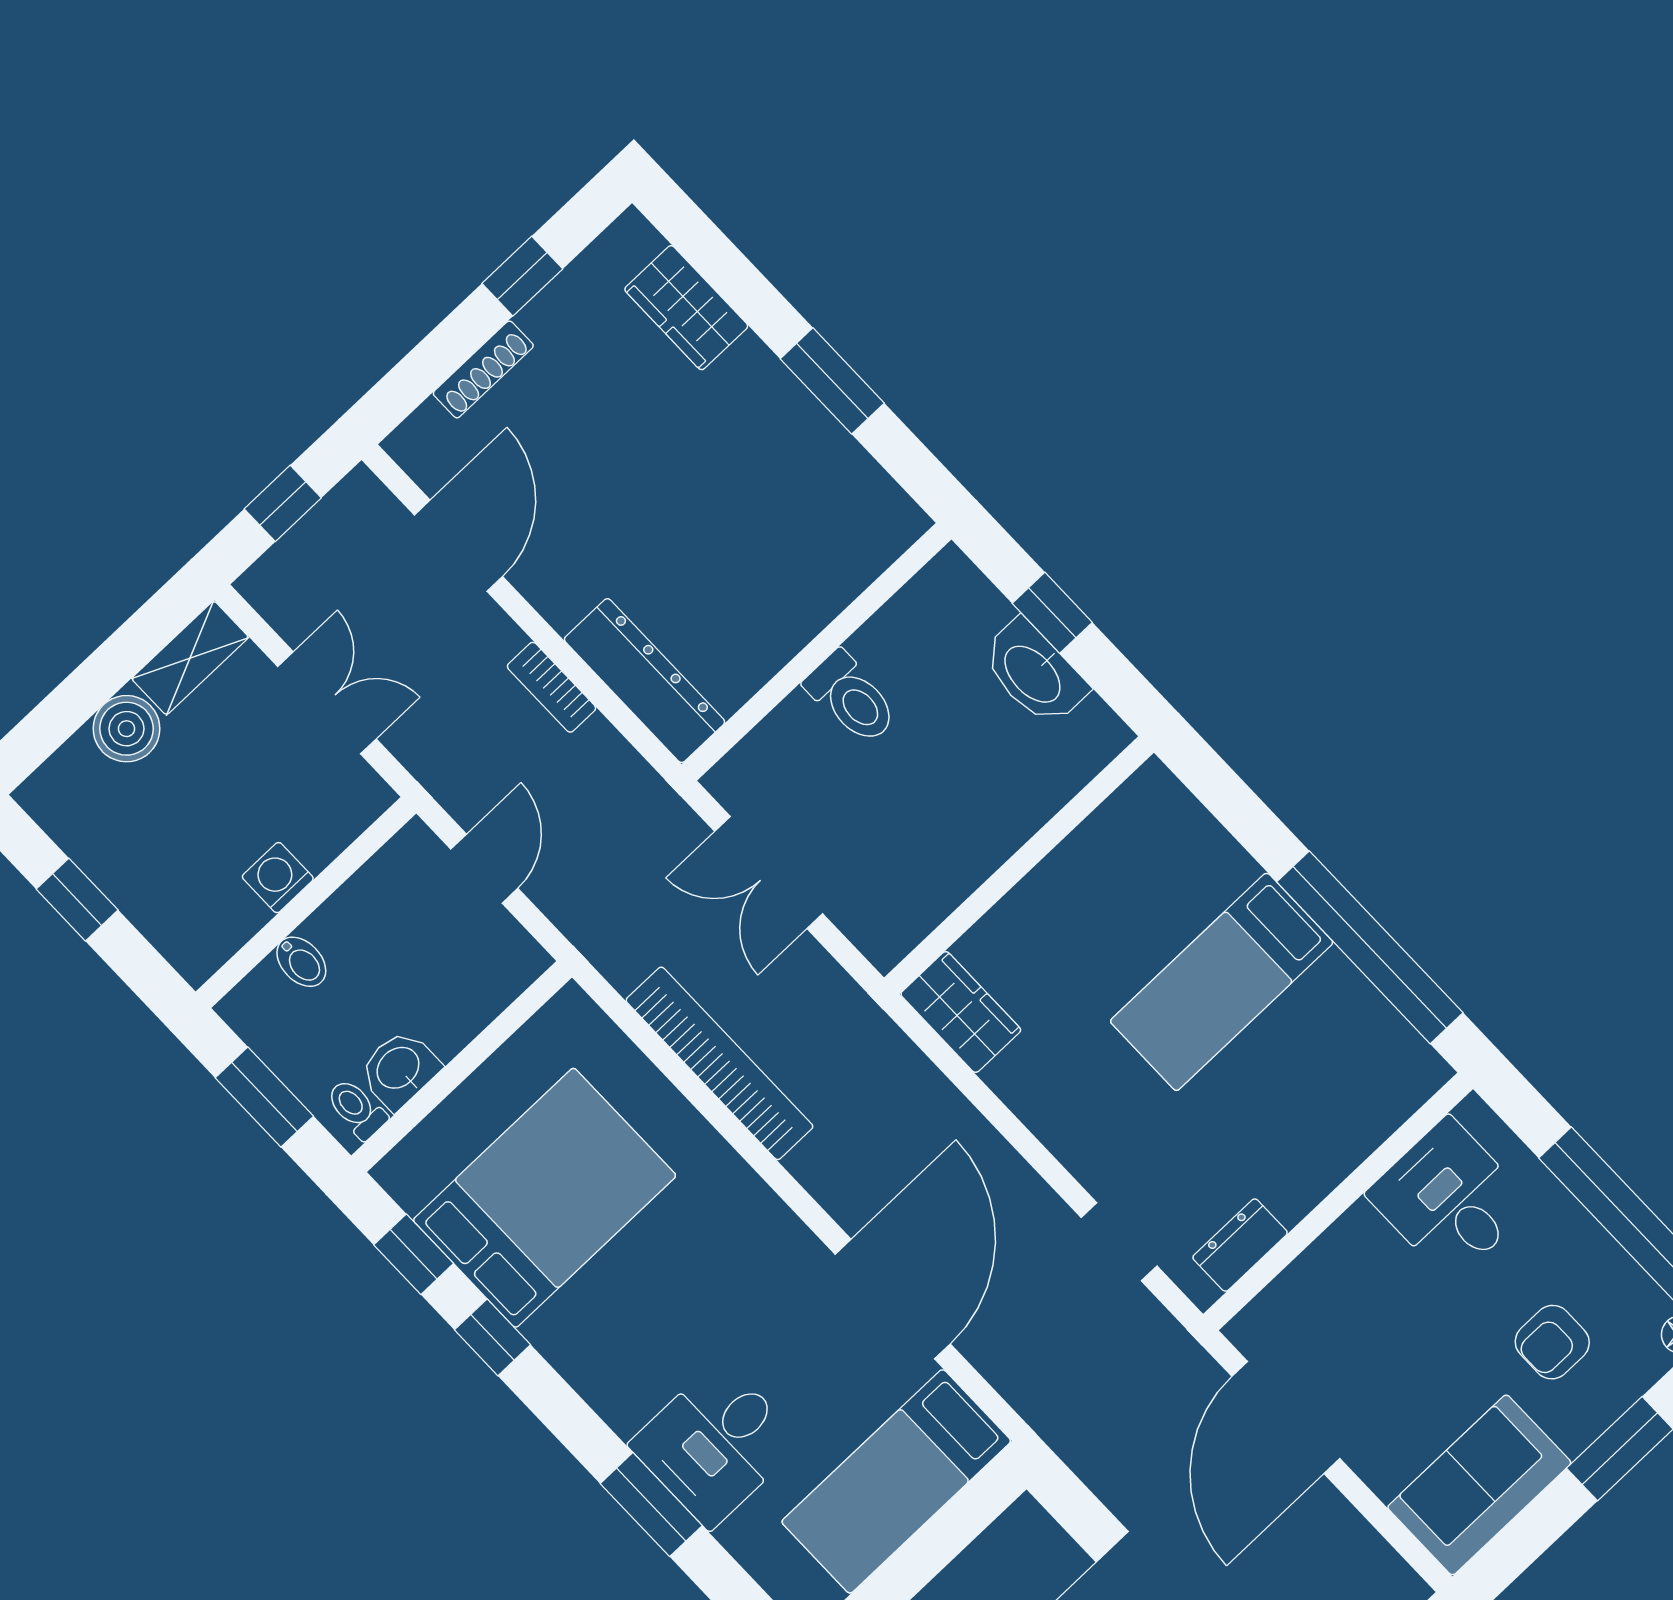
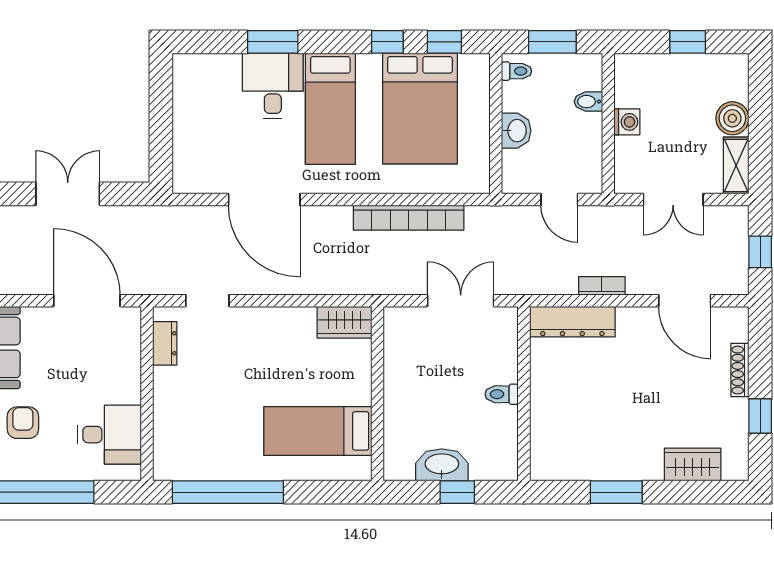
toilet: (851, 698) -> (502, 394), width x0.73, depth x0.72
bed: (1222, 982) -> (318, 431), moved, turned -90
washbasin: (399, 1069) -> (516, 131), moved
bed: (896, 1481) -> (330, 109), moved, turned 180

